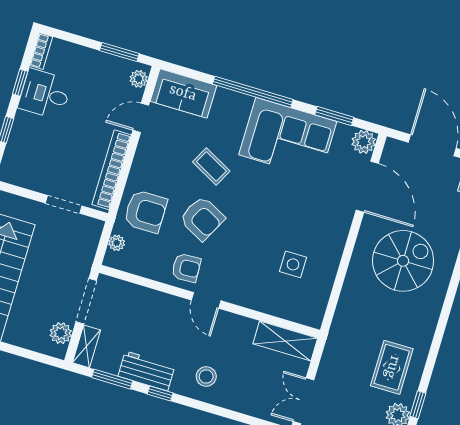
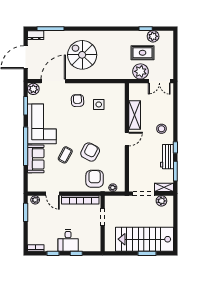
sofa: (183, 93) -> (36, 159), moved
desk: (45, 94) -> (68, 240), moved
armchair: (186, 268) -> (78, 101), moved
shelving: (285, 341) -> (135, 115), moved
rug: (392, 367) -> (143, 53), moved
plant: (334, 369) -> (140, 71), added

